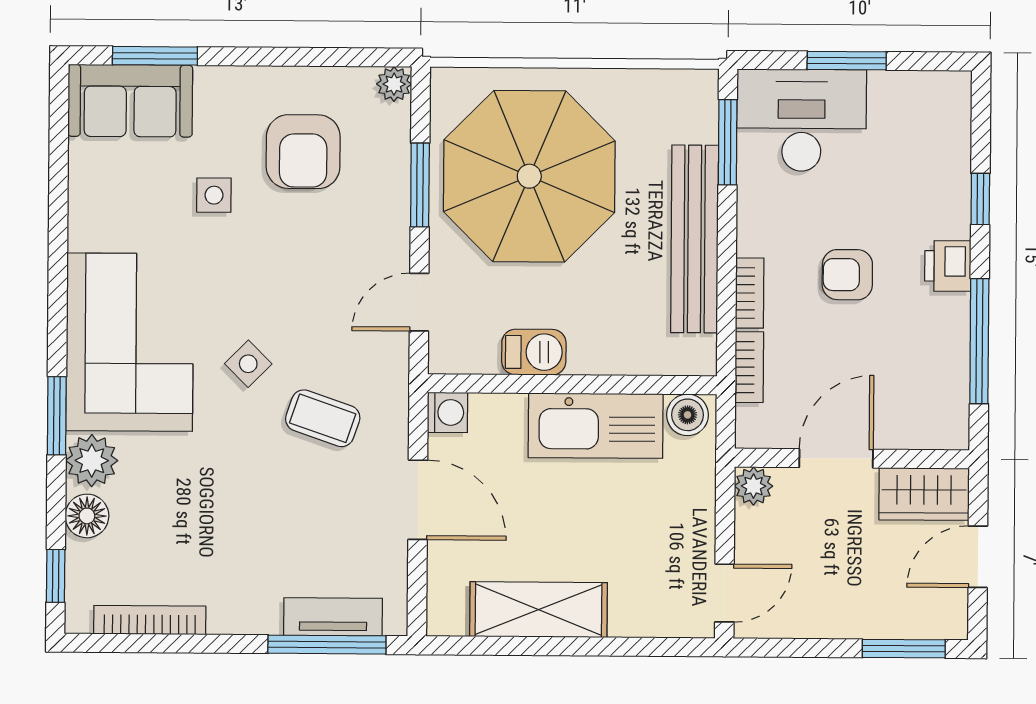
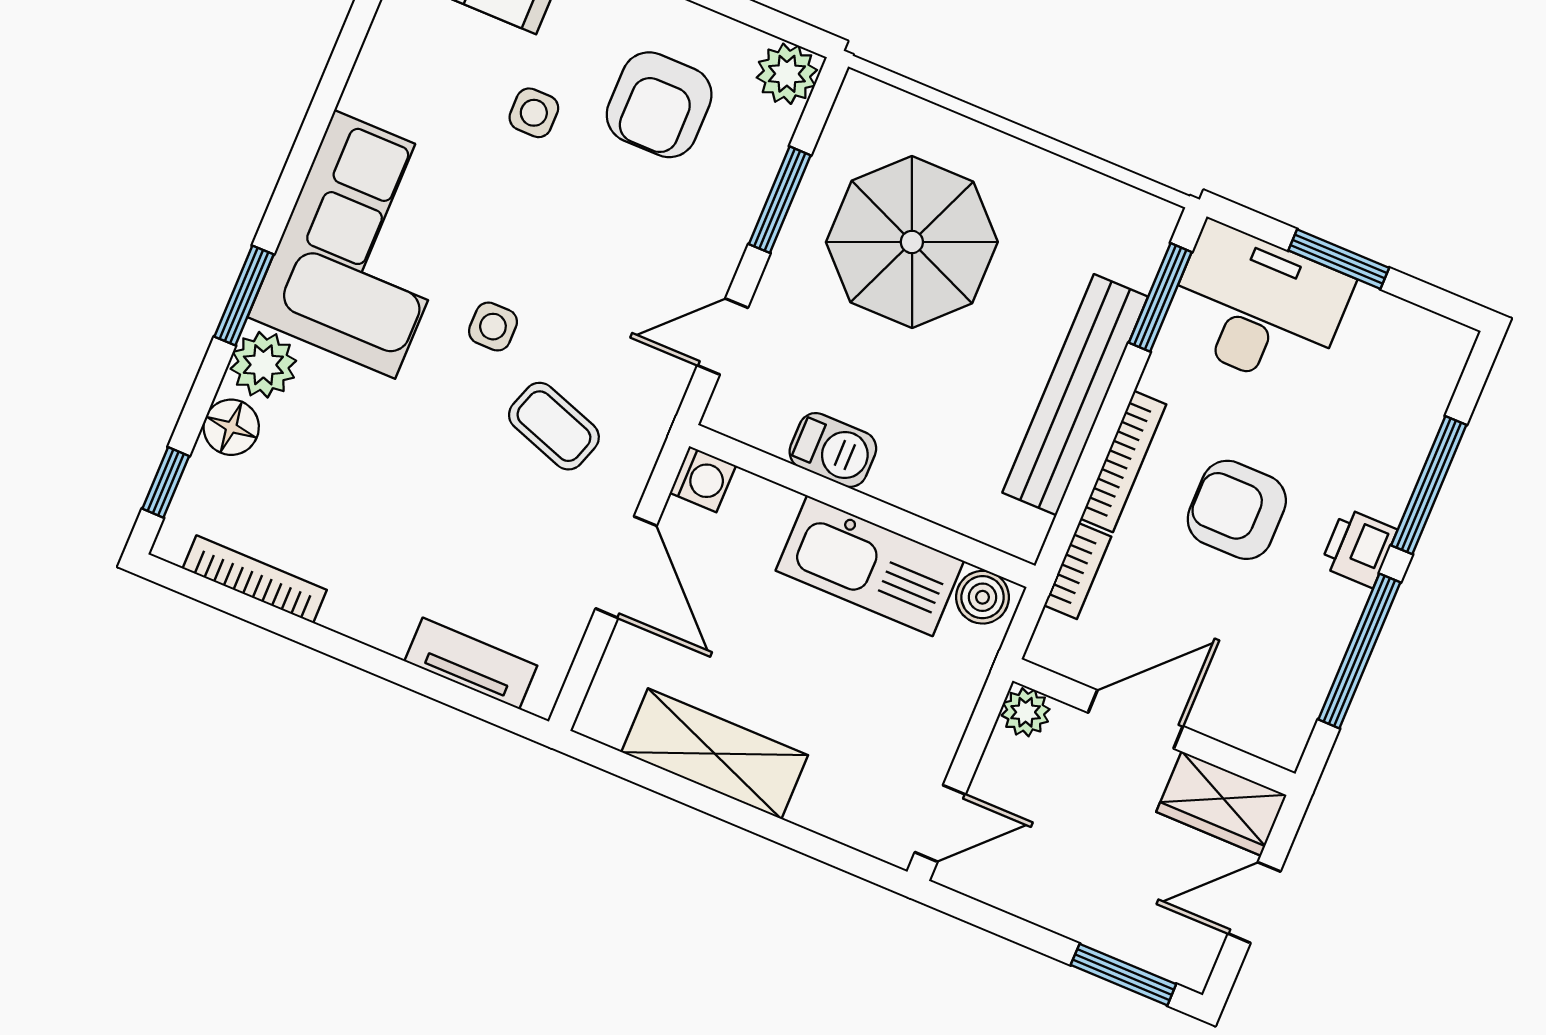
plant: (394, 84) -> (787, 74), width x1.38, depth x1.38
parasol: (529, 176) -> (912, 242), width x0.73, depth x0.73
window: (980, 199) -> (1429, 485), width x2.17
armchair: (847, 275) -> (1237, 510), width x1.38, depth x1.38
bookcase: (750, 293) -> (1123, 461), width x1.56
side table: (248, 364) -> (493, 327), turned 45
window: (327, 645) -> (450, 693), removed

